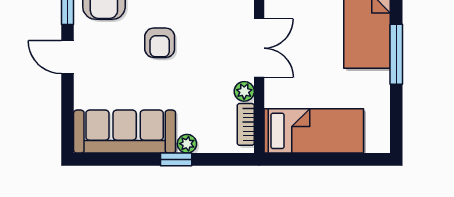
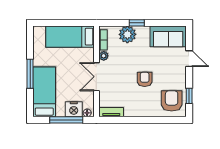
door: (68, 57) -> (189, 59), moved
sofa: (125, 132) -> (168, 36), width x0.73
plant: (187, 144) -> (127, 34), width x1.88, depth x1.88

